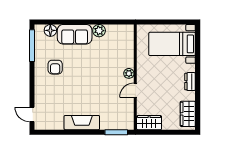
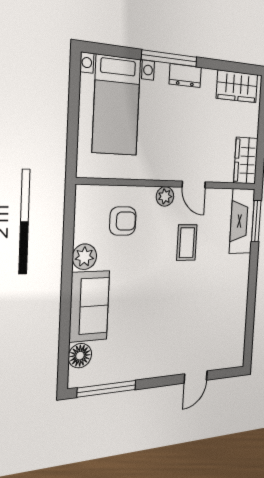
armchair: (55, 67) -> (123, 221), moved
window: (198, 72) -> (170, 58), added
coffee table: (105, 88) -> (187, 243), added
door: (32, 115) -> (196, 377), moved
fireplace: (82, 123) -> (242, 221), moved

